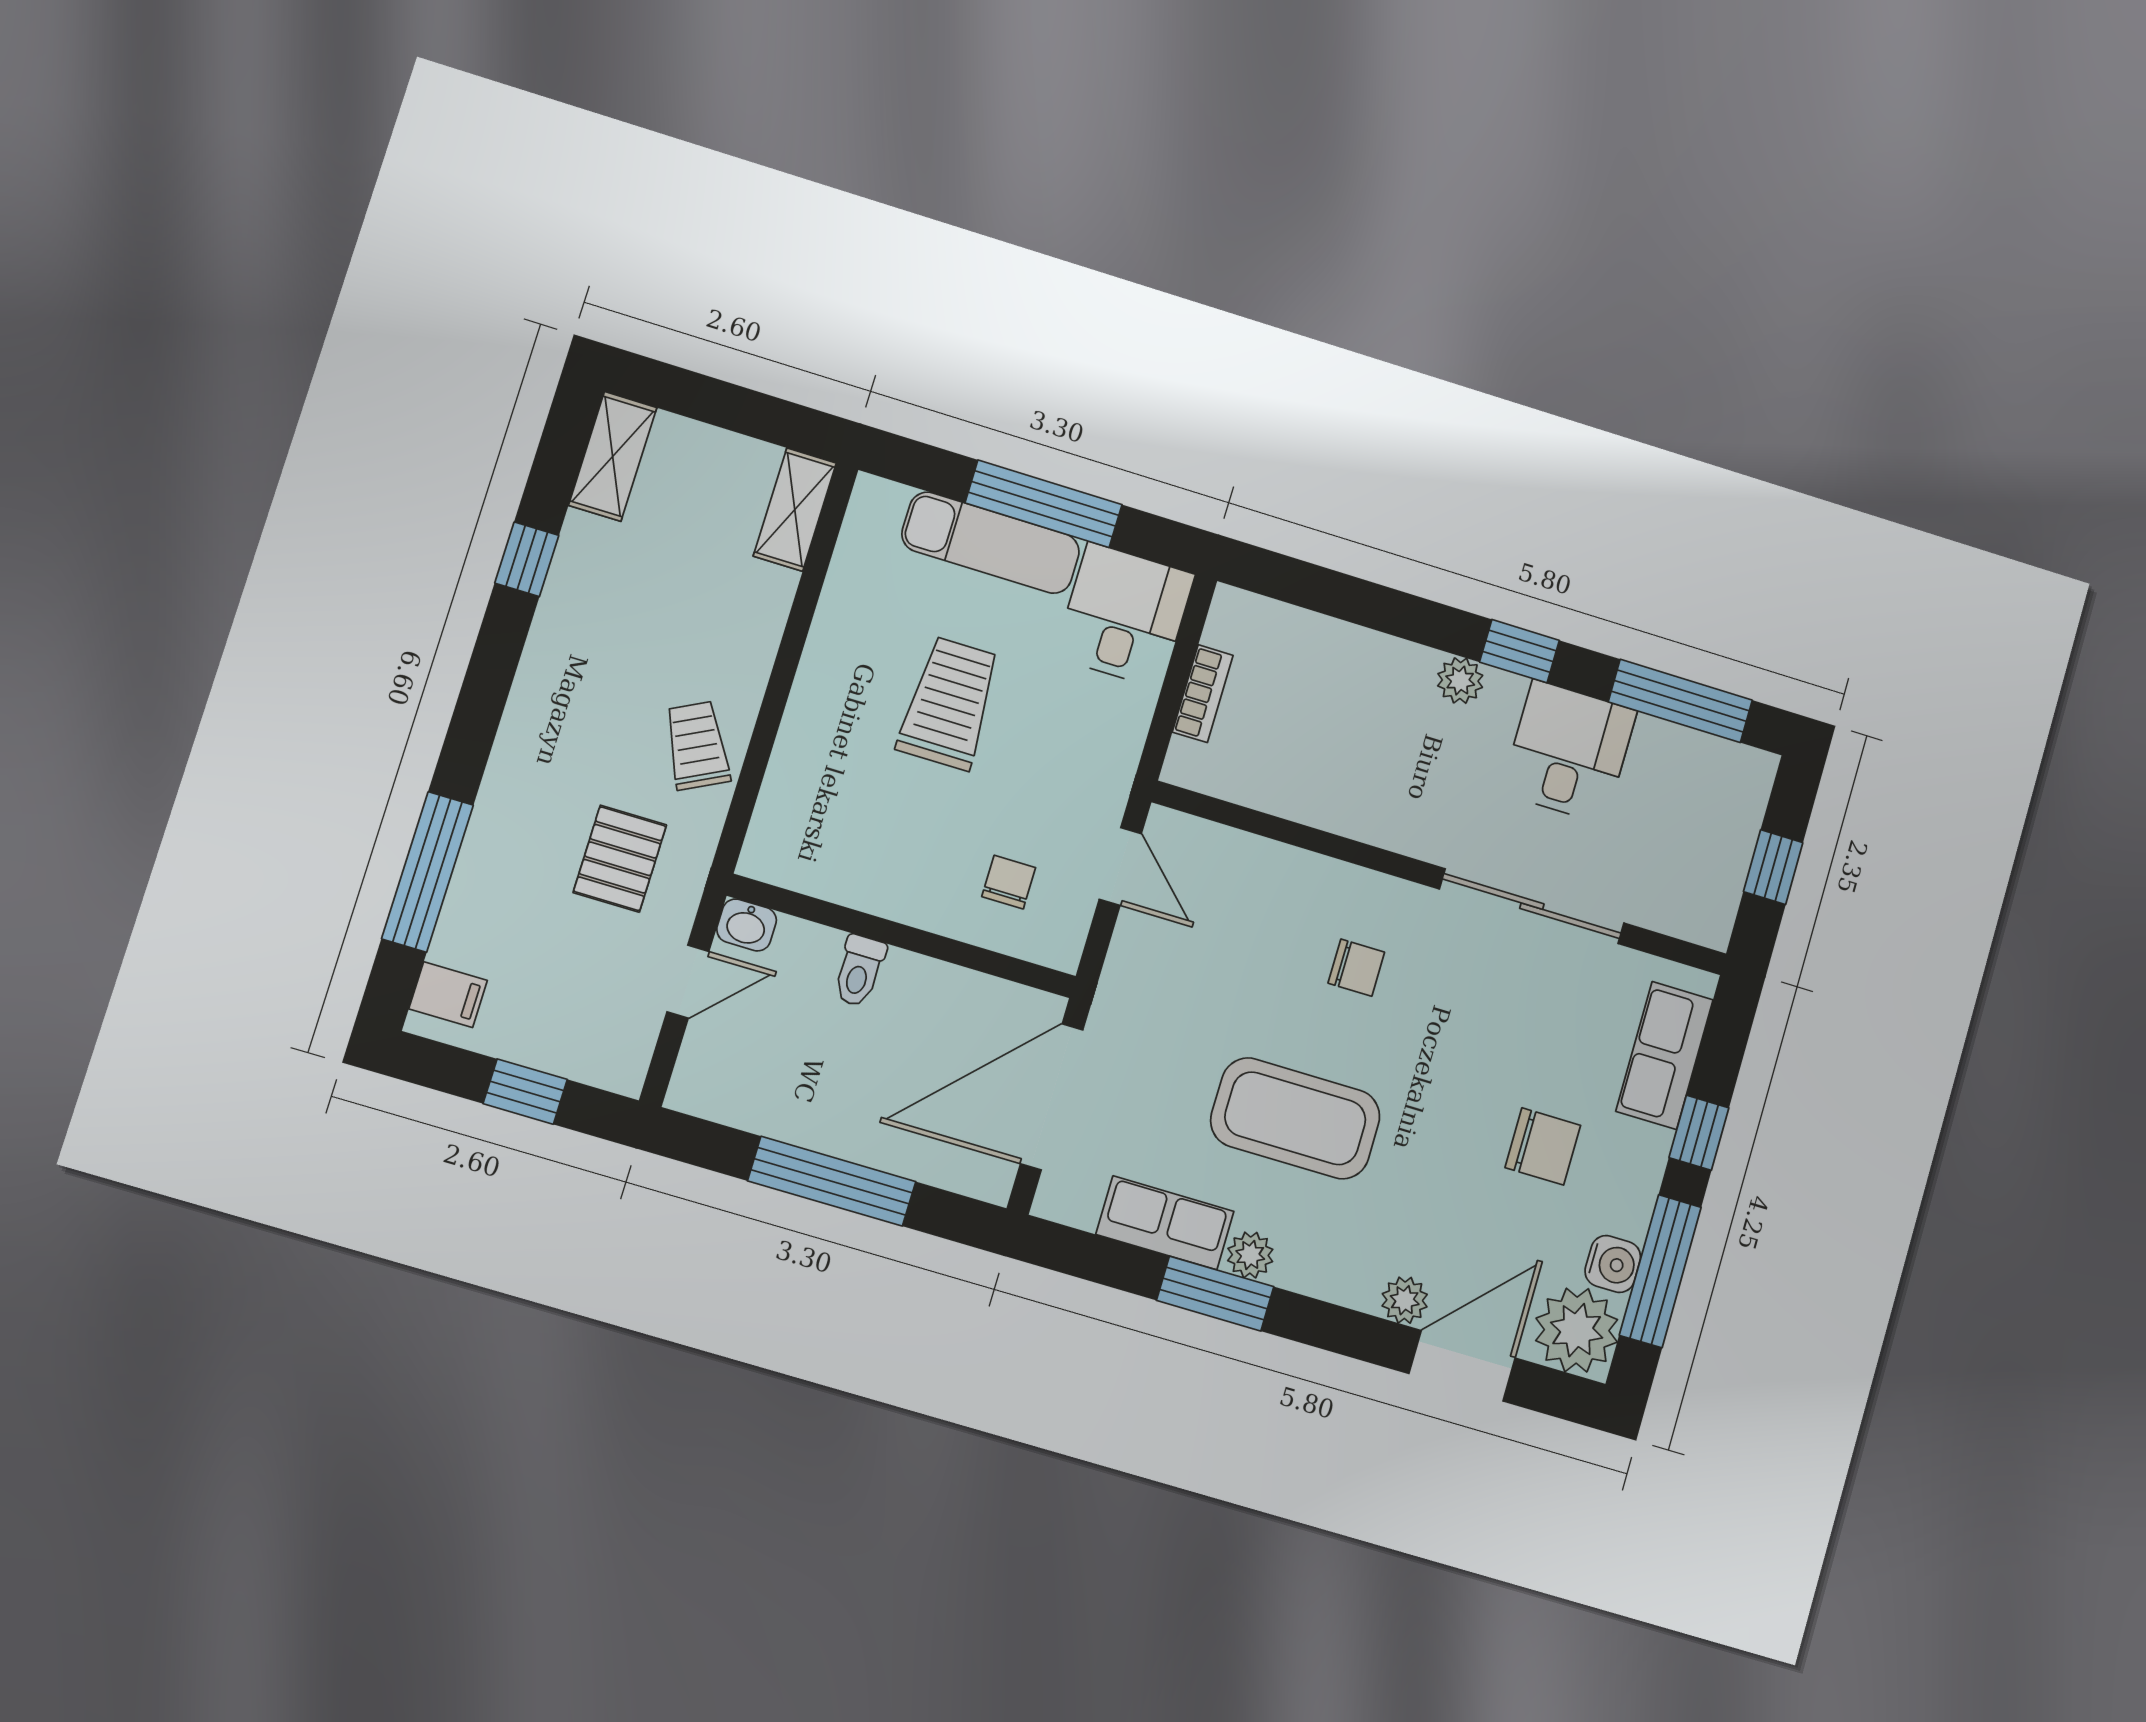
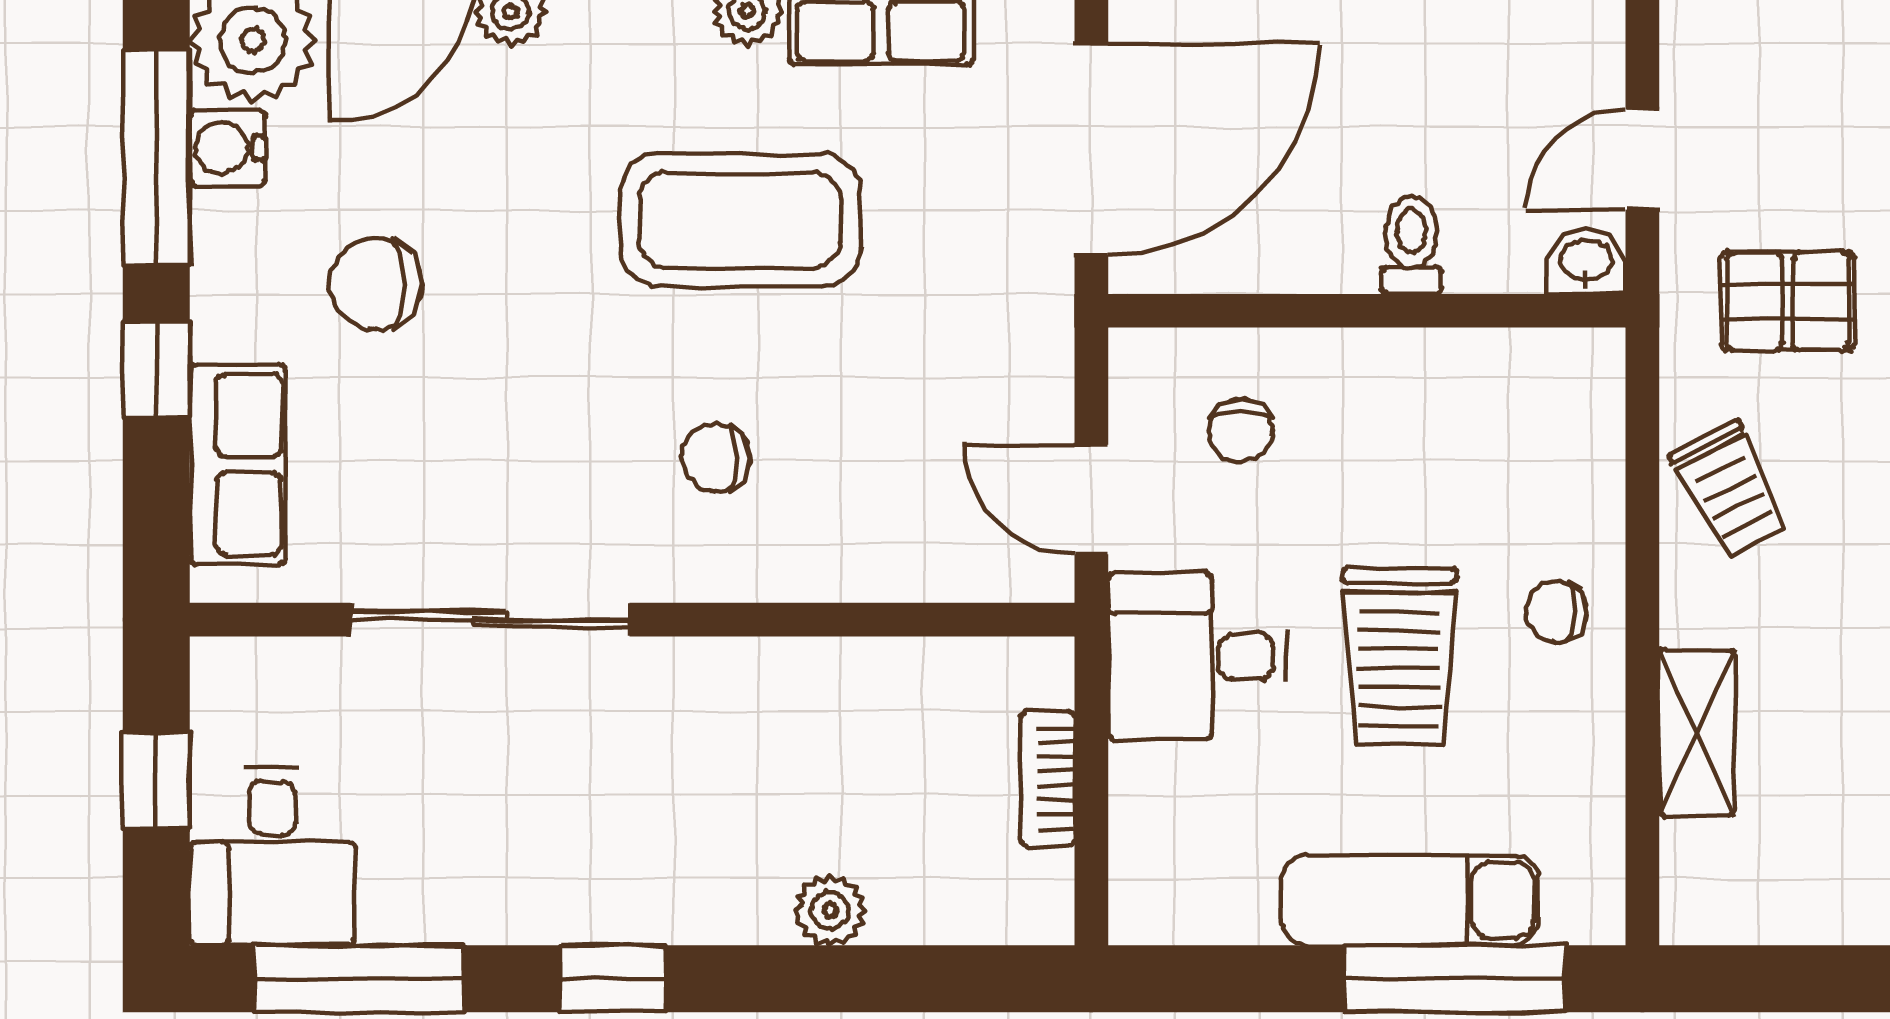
window: (1044, 504) -> (1455, 979), moved
shelving: (795, 510) -> (1697, 733), moved
desk: (1124, 615) -> (1198, 657), moved, turned 90
plant: (1460, 681) -> (830, 910), moved
chair: (837, 701) -> (1556, 611), added
desk: (1569, 752) -> (272, 856), moved
pallet: (620, 859) -> (1788, 301), turned 90

